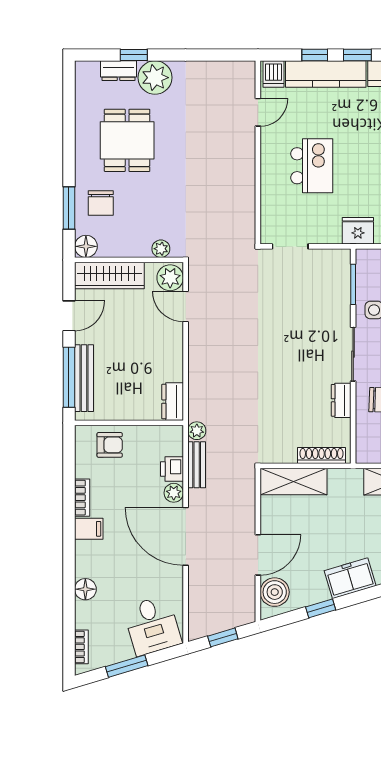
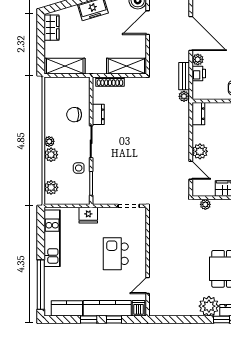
plant: (170, 278) -> (200, 151), moved

